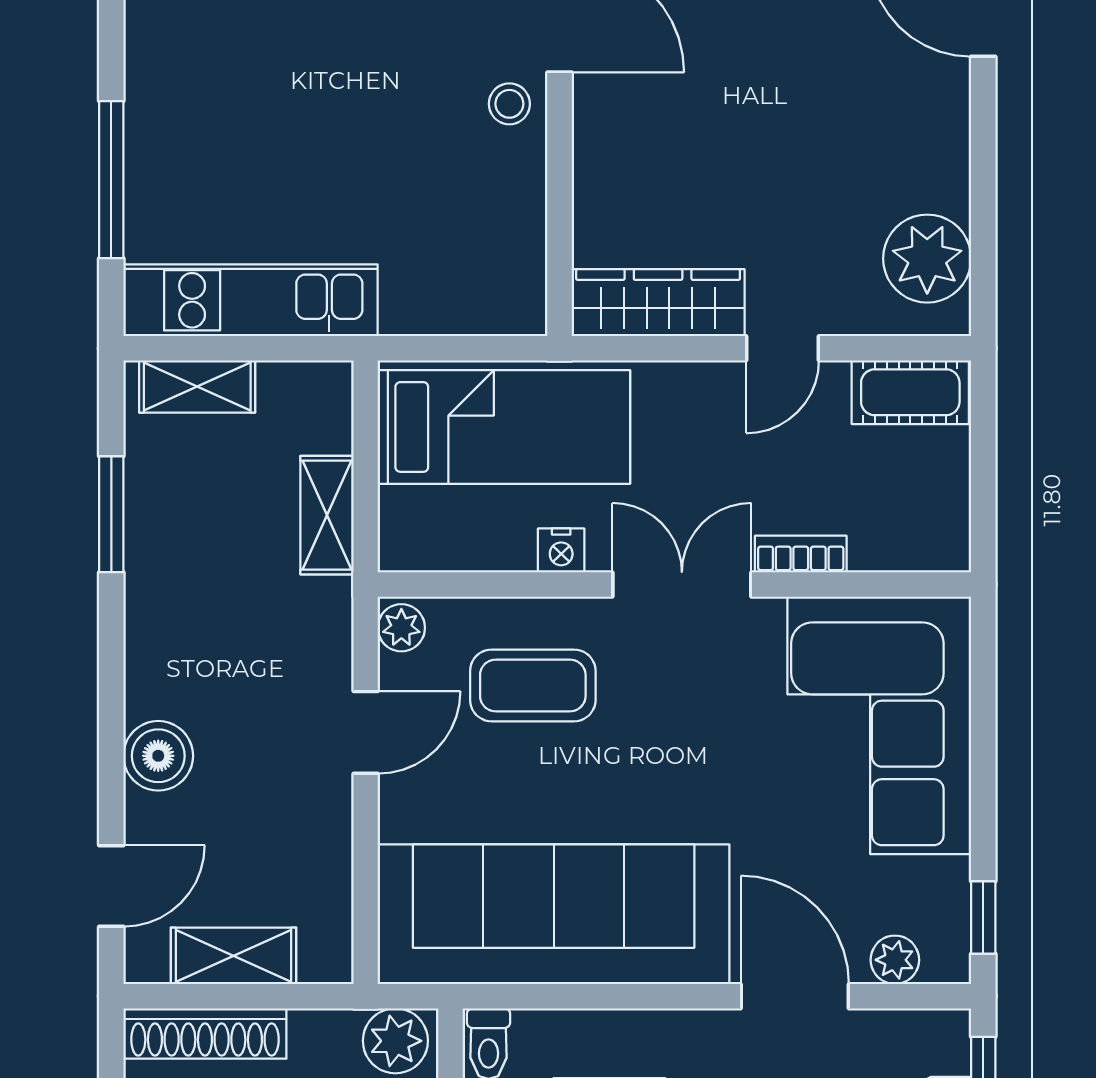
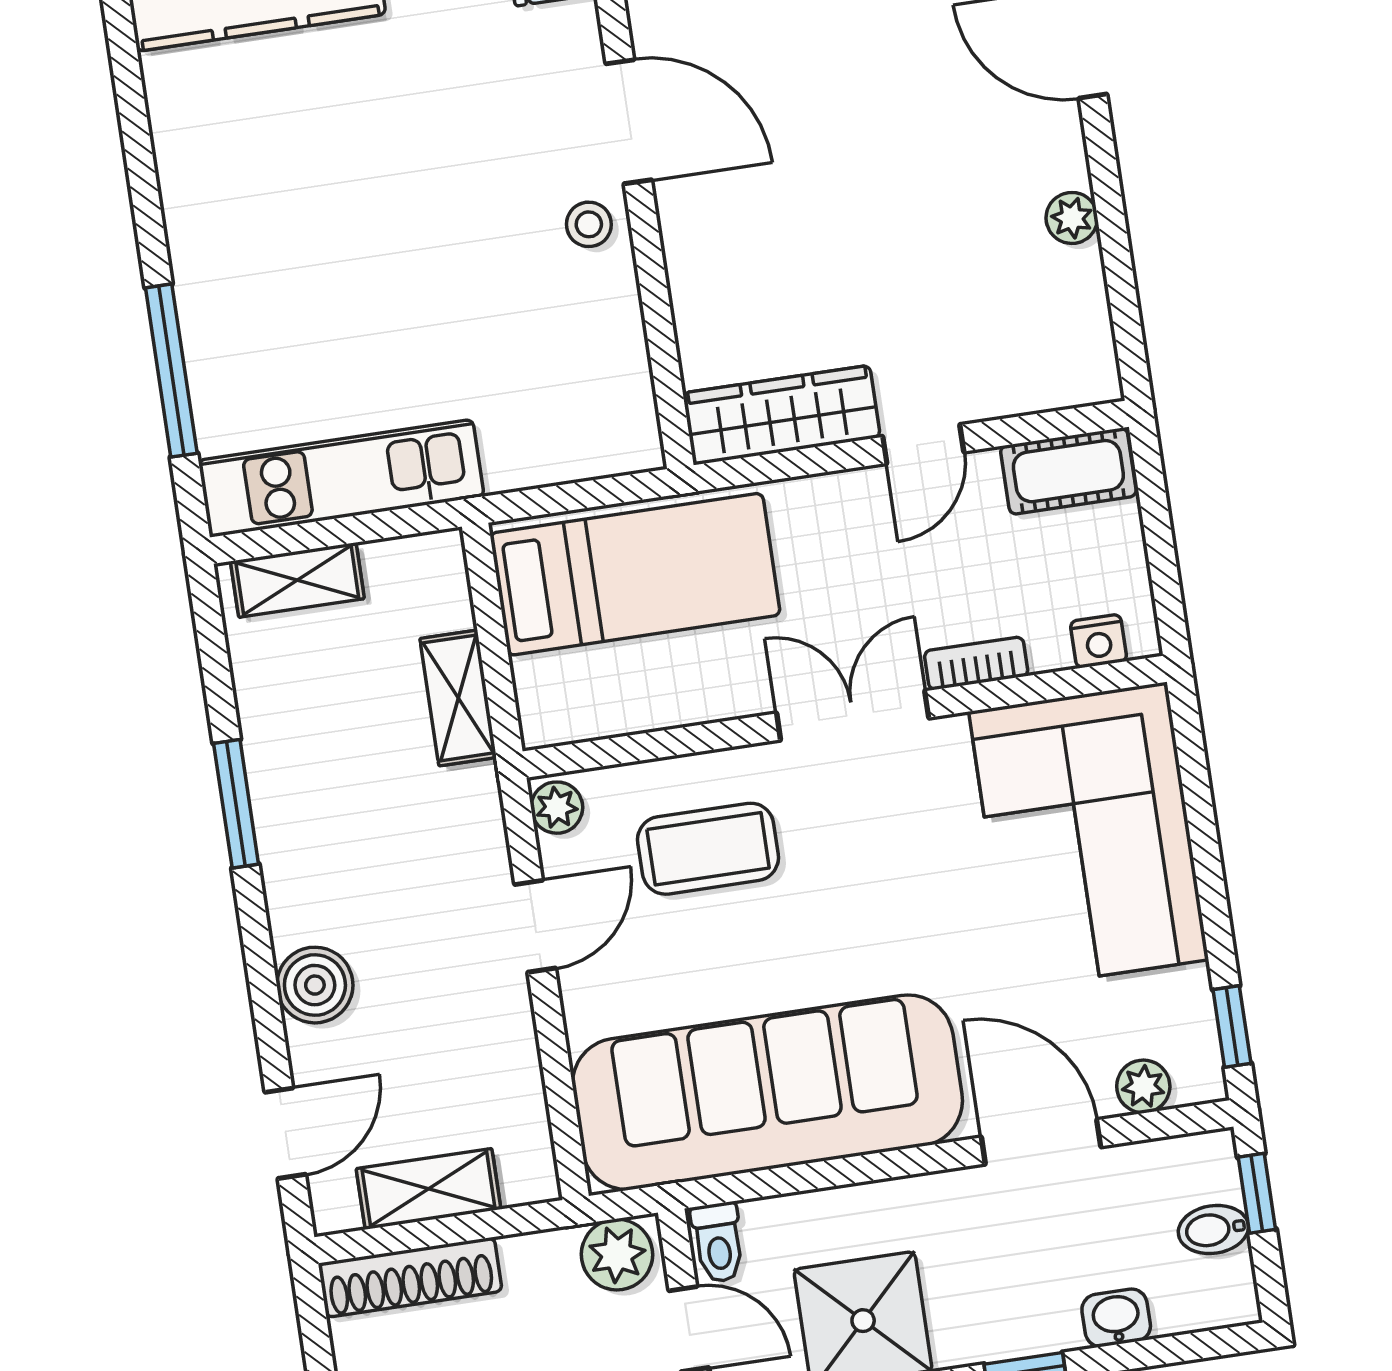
plant: (927, 259) -> (1072, 218), moved, width x0.53, depth x0.53
window: (111, 514) -> (236, 804), moved
nightstand: (561, 550) -> (1099, 641), moved

